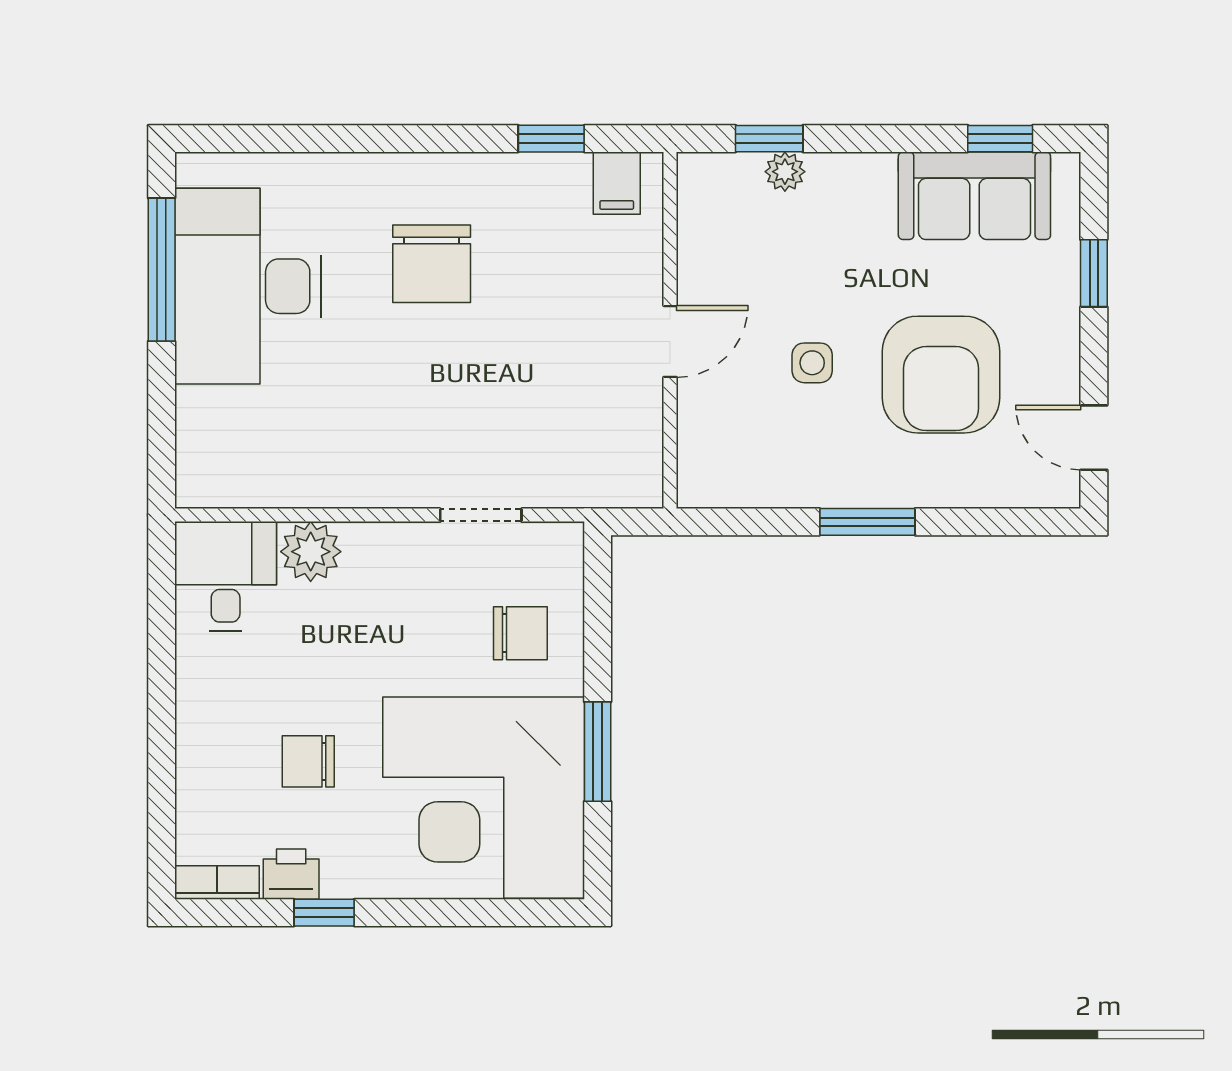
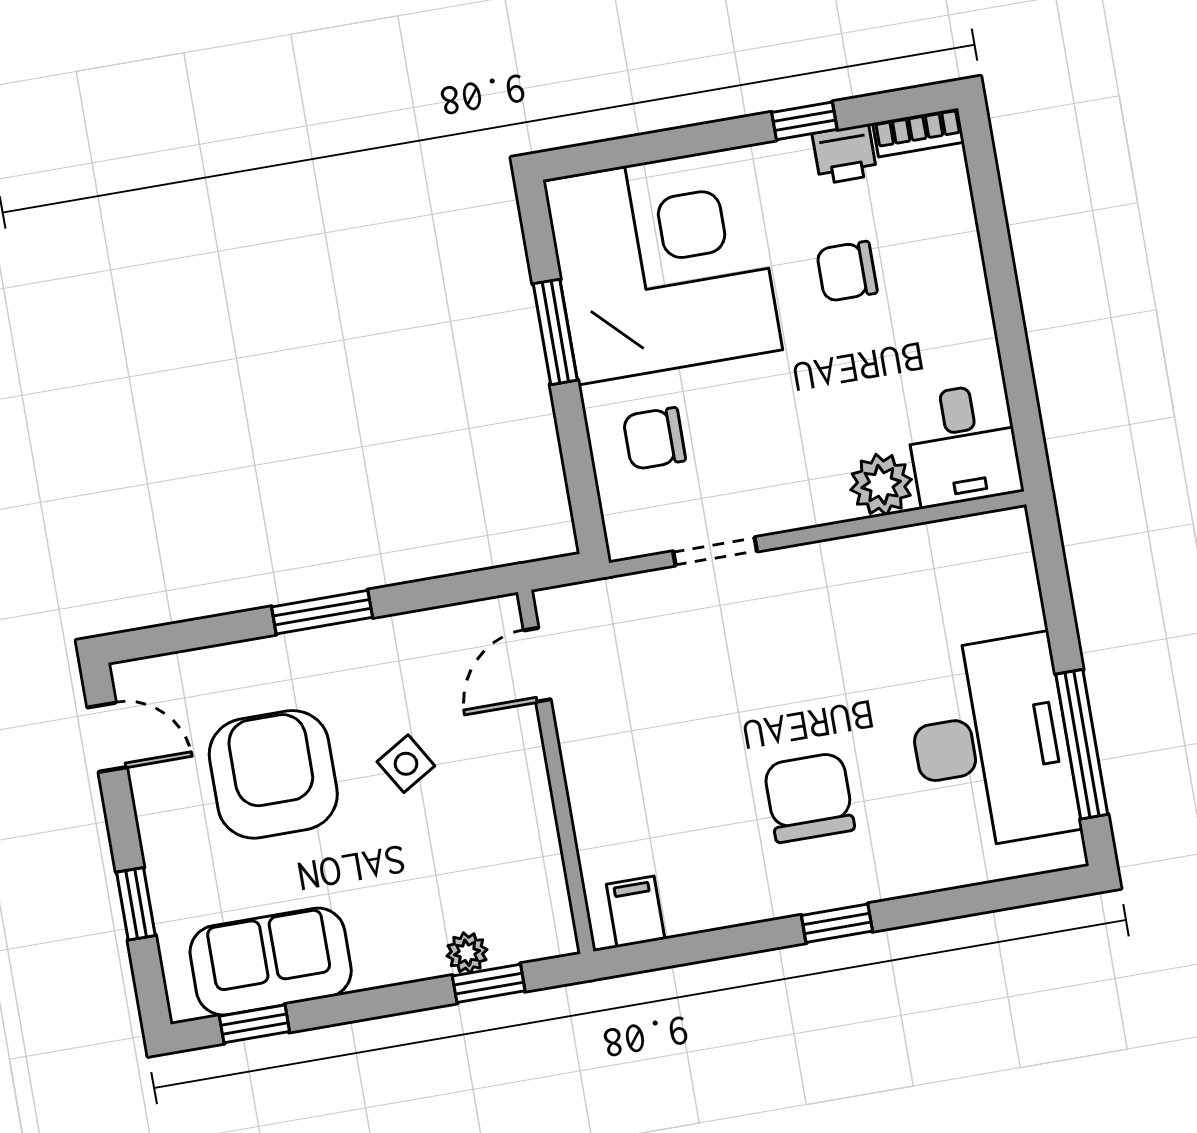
window: (551, 139) -> (837, 923), moved
door: (670, 341) -> (537, 665), moved
side table: (812, 363) -> (406, 764), turned -31
chair: (308, 761) -> (847, 271), turned 180

